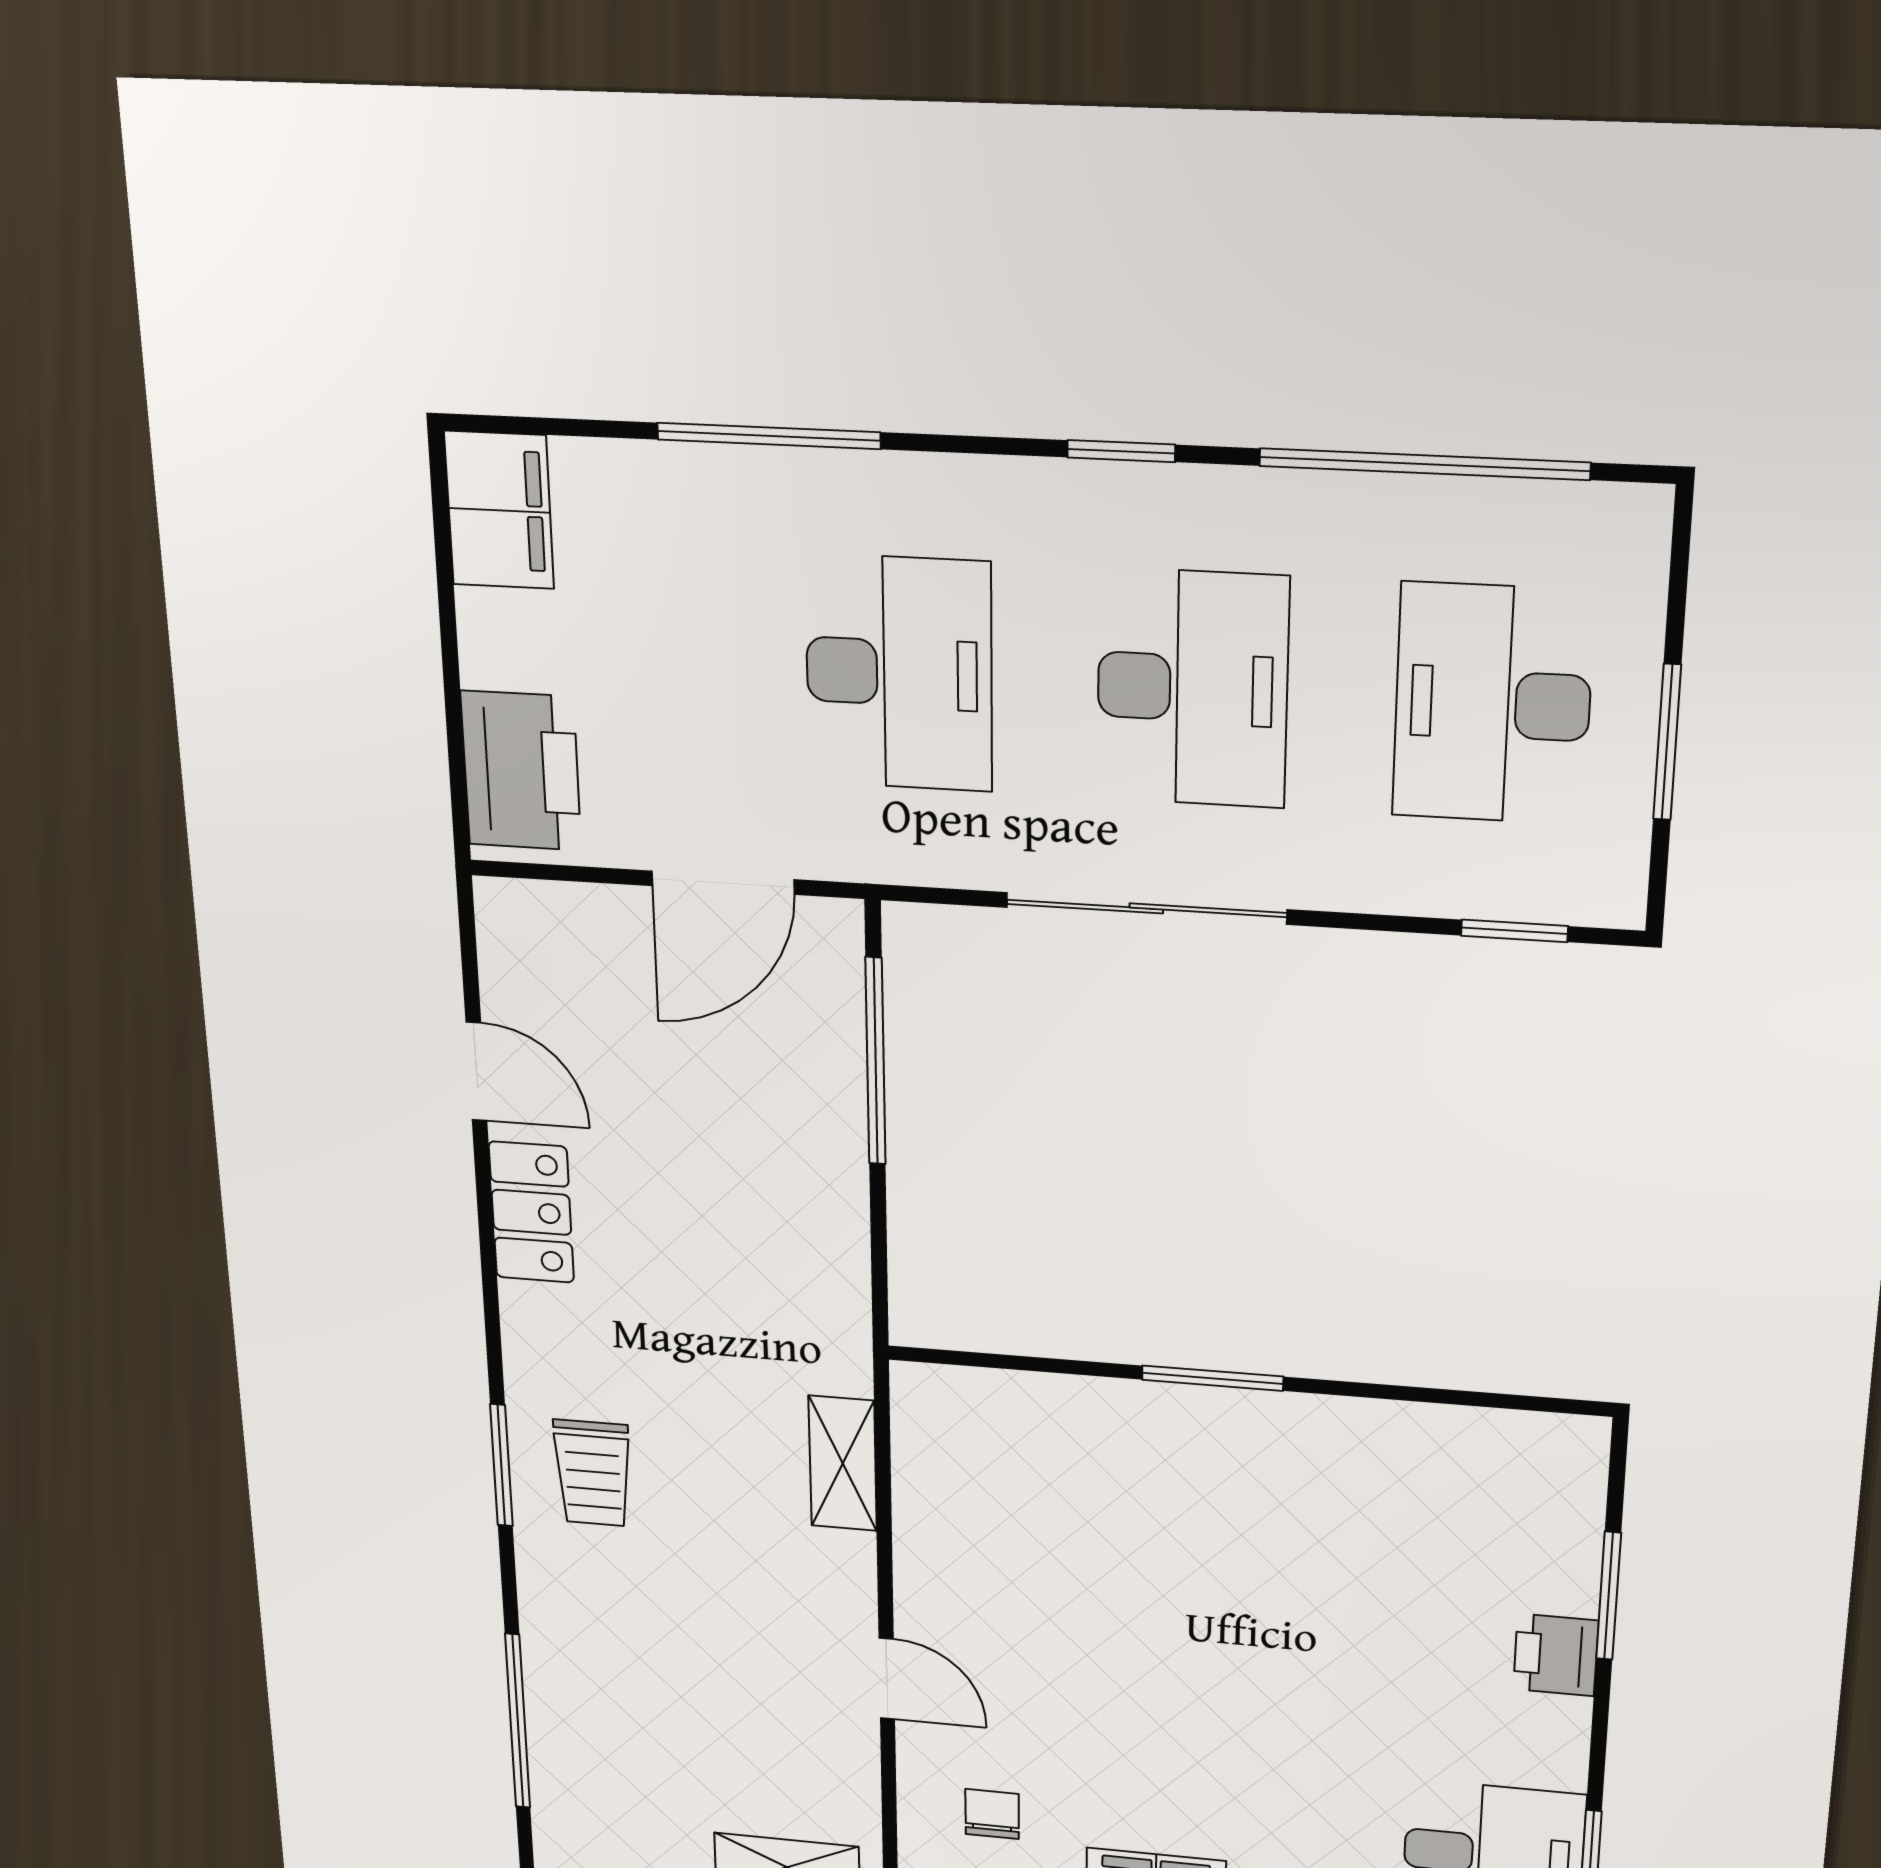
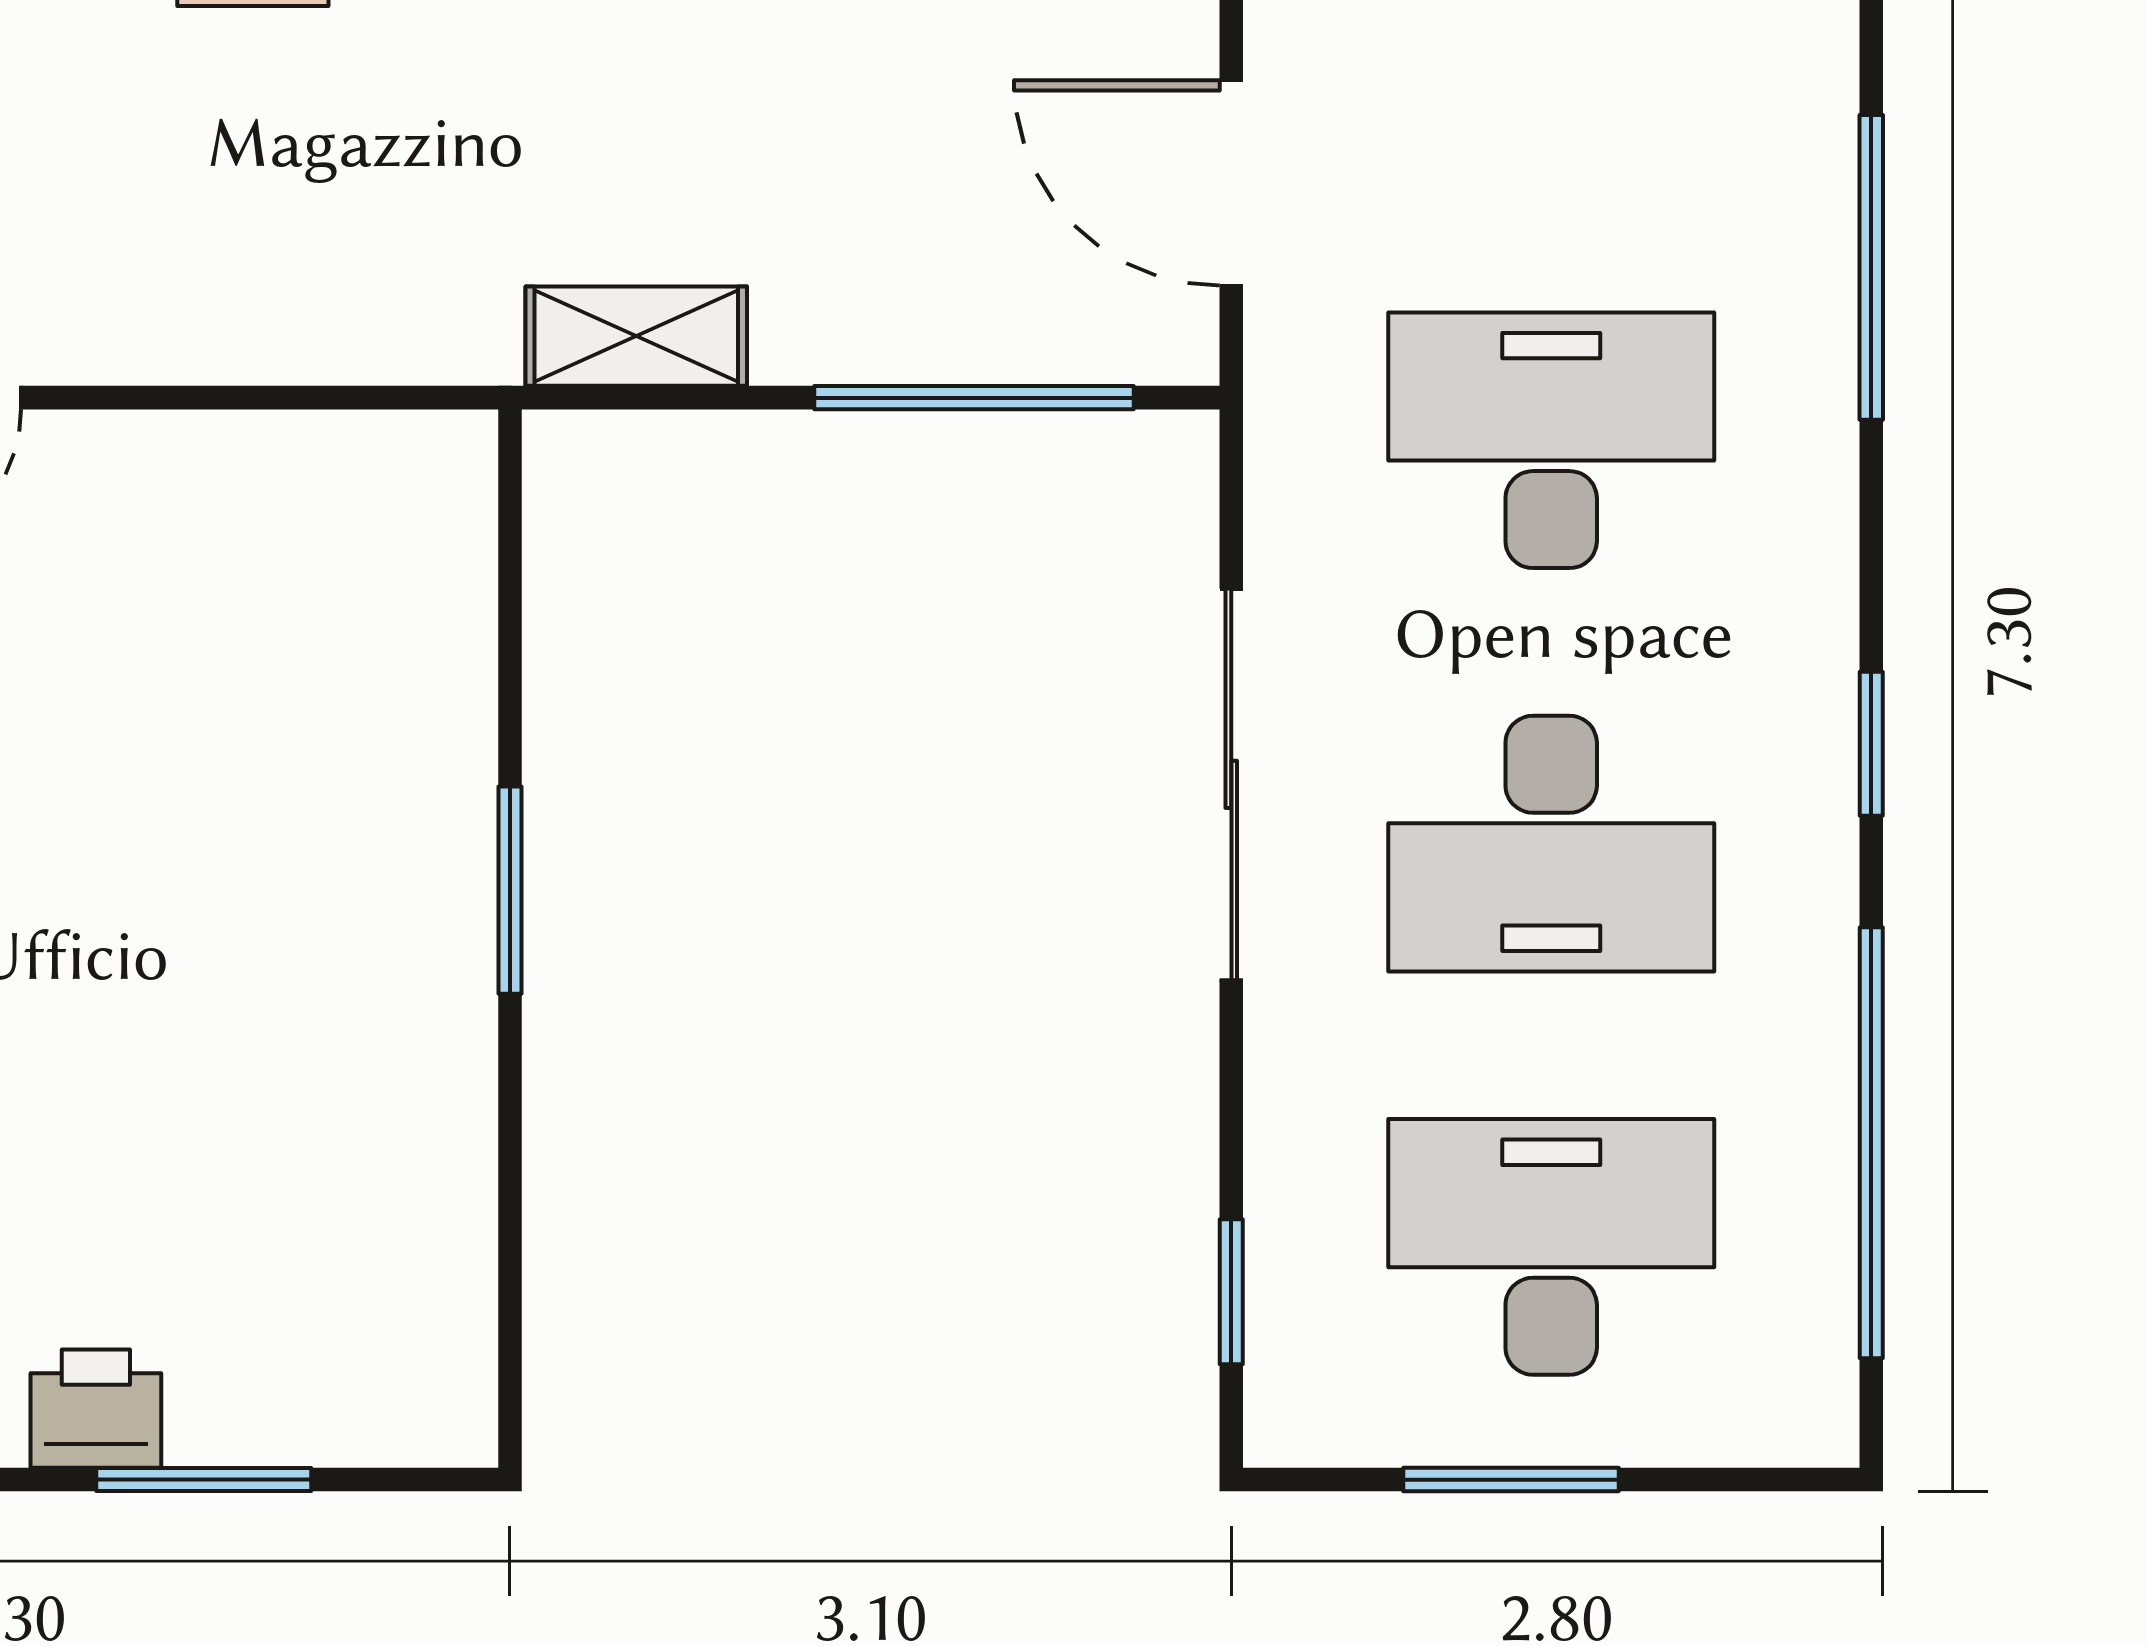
desk: (899, 673) -> (1551, 440), turned 180
shelving: (843, 1463) -> (636, 336), moved

